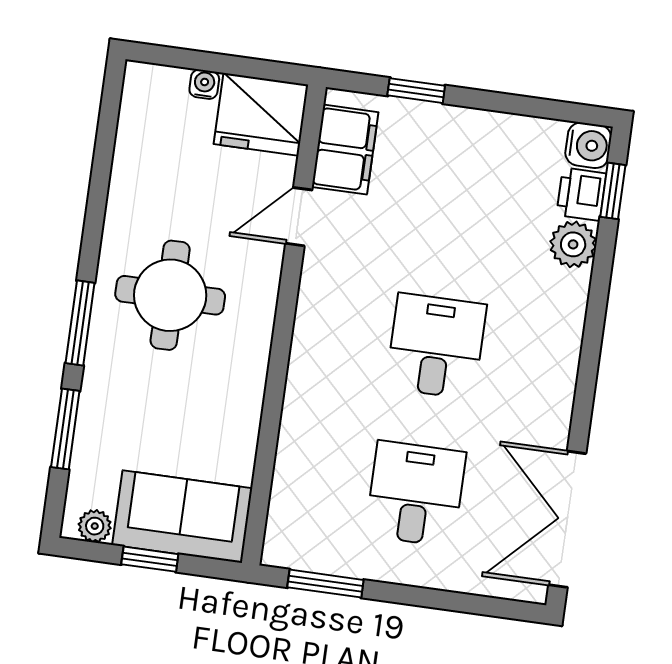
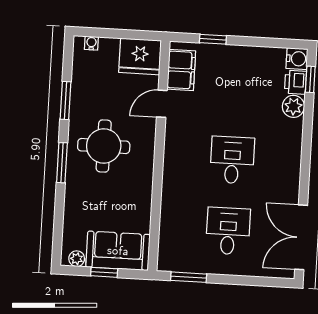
water cooler: (204, 84) -> (91, 43), moved
window: (65, 429) -> (66, 100), moved

